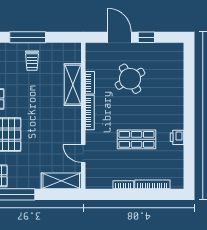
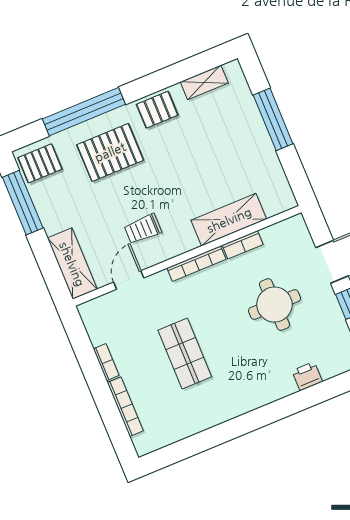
trolley: (32, 61) -> (143, 229), moved
round table: (130, 79) -> (274, 305), turned 31
printer: (177, 137) -> (307, 376), moved

